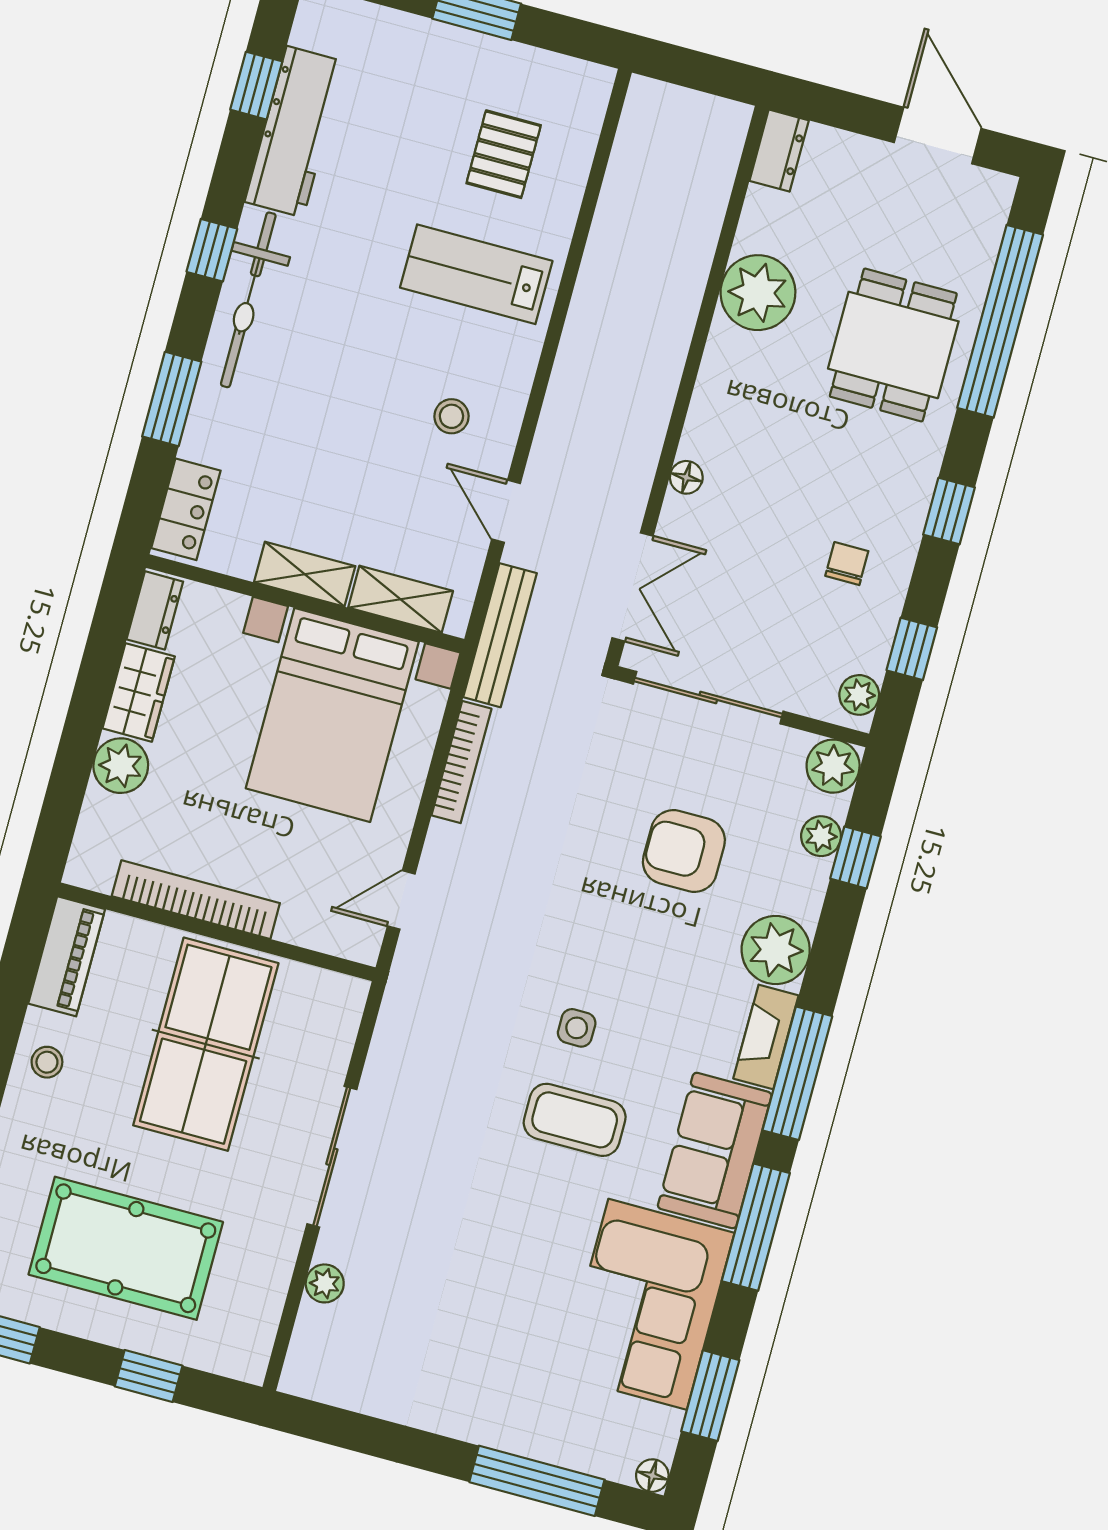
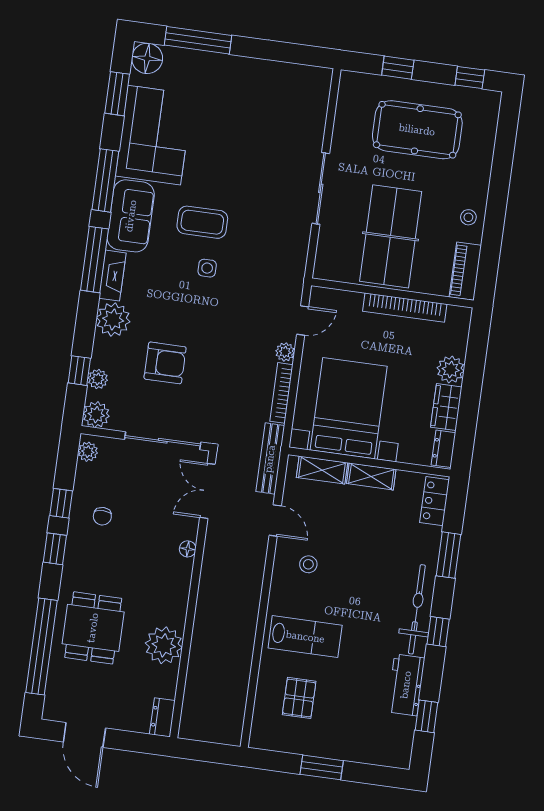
workbench: (295, 132) -> (406, 685), width x0.73
window: (912, 649) -> (61, 503), moved
plant: (325, 1283) -> (285, 352), moved
floor lamp: (652, 1476) -> (147, 58), width x1.89, depth x1.89

